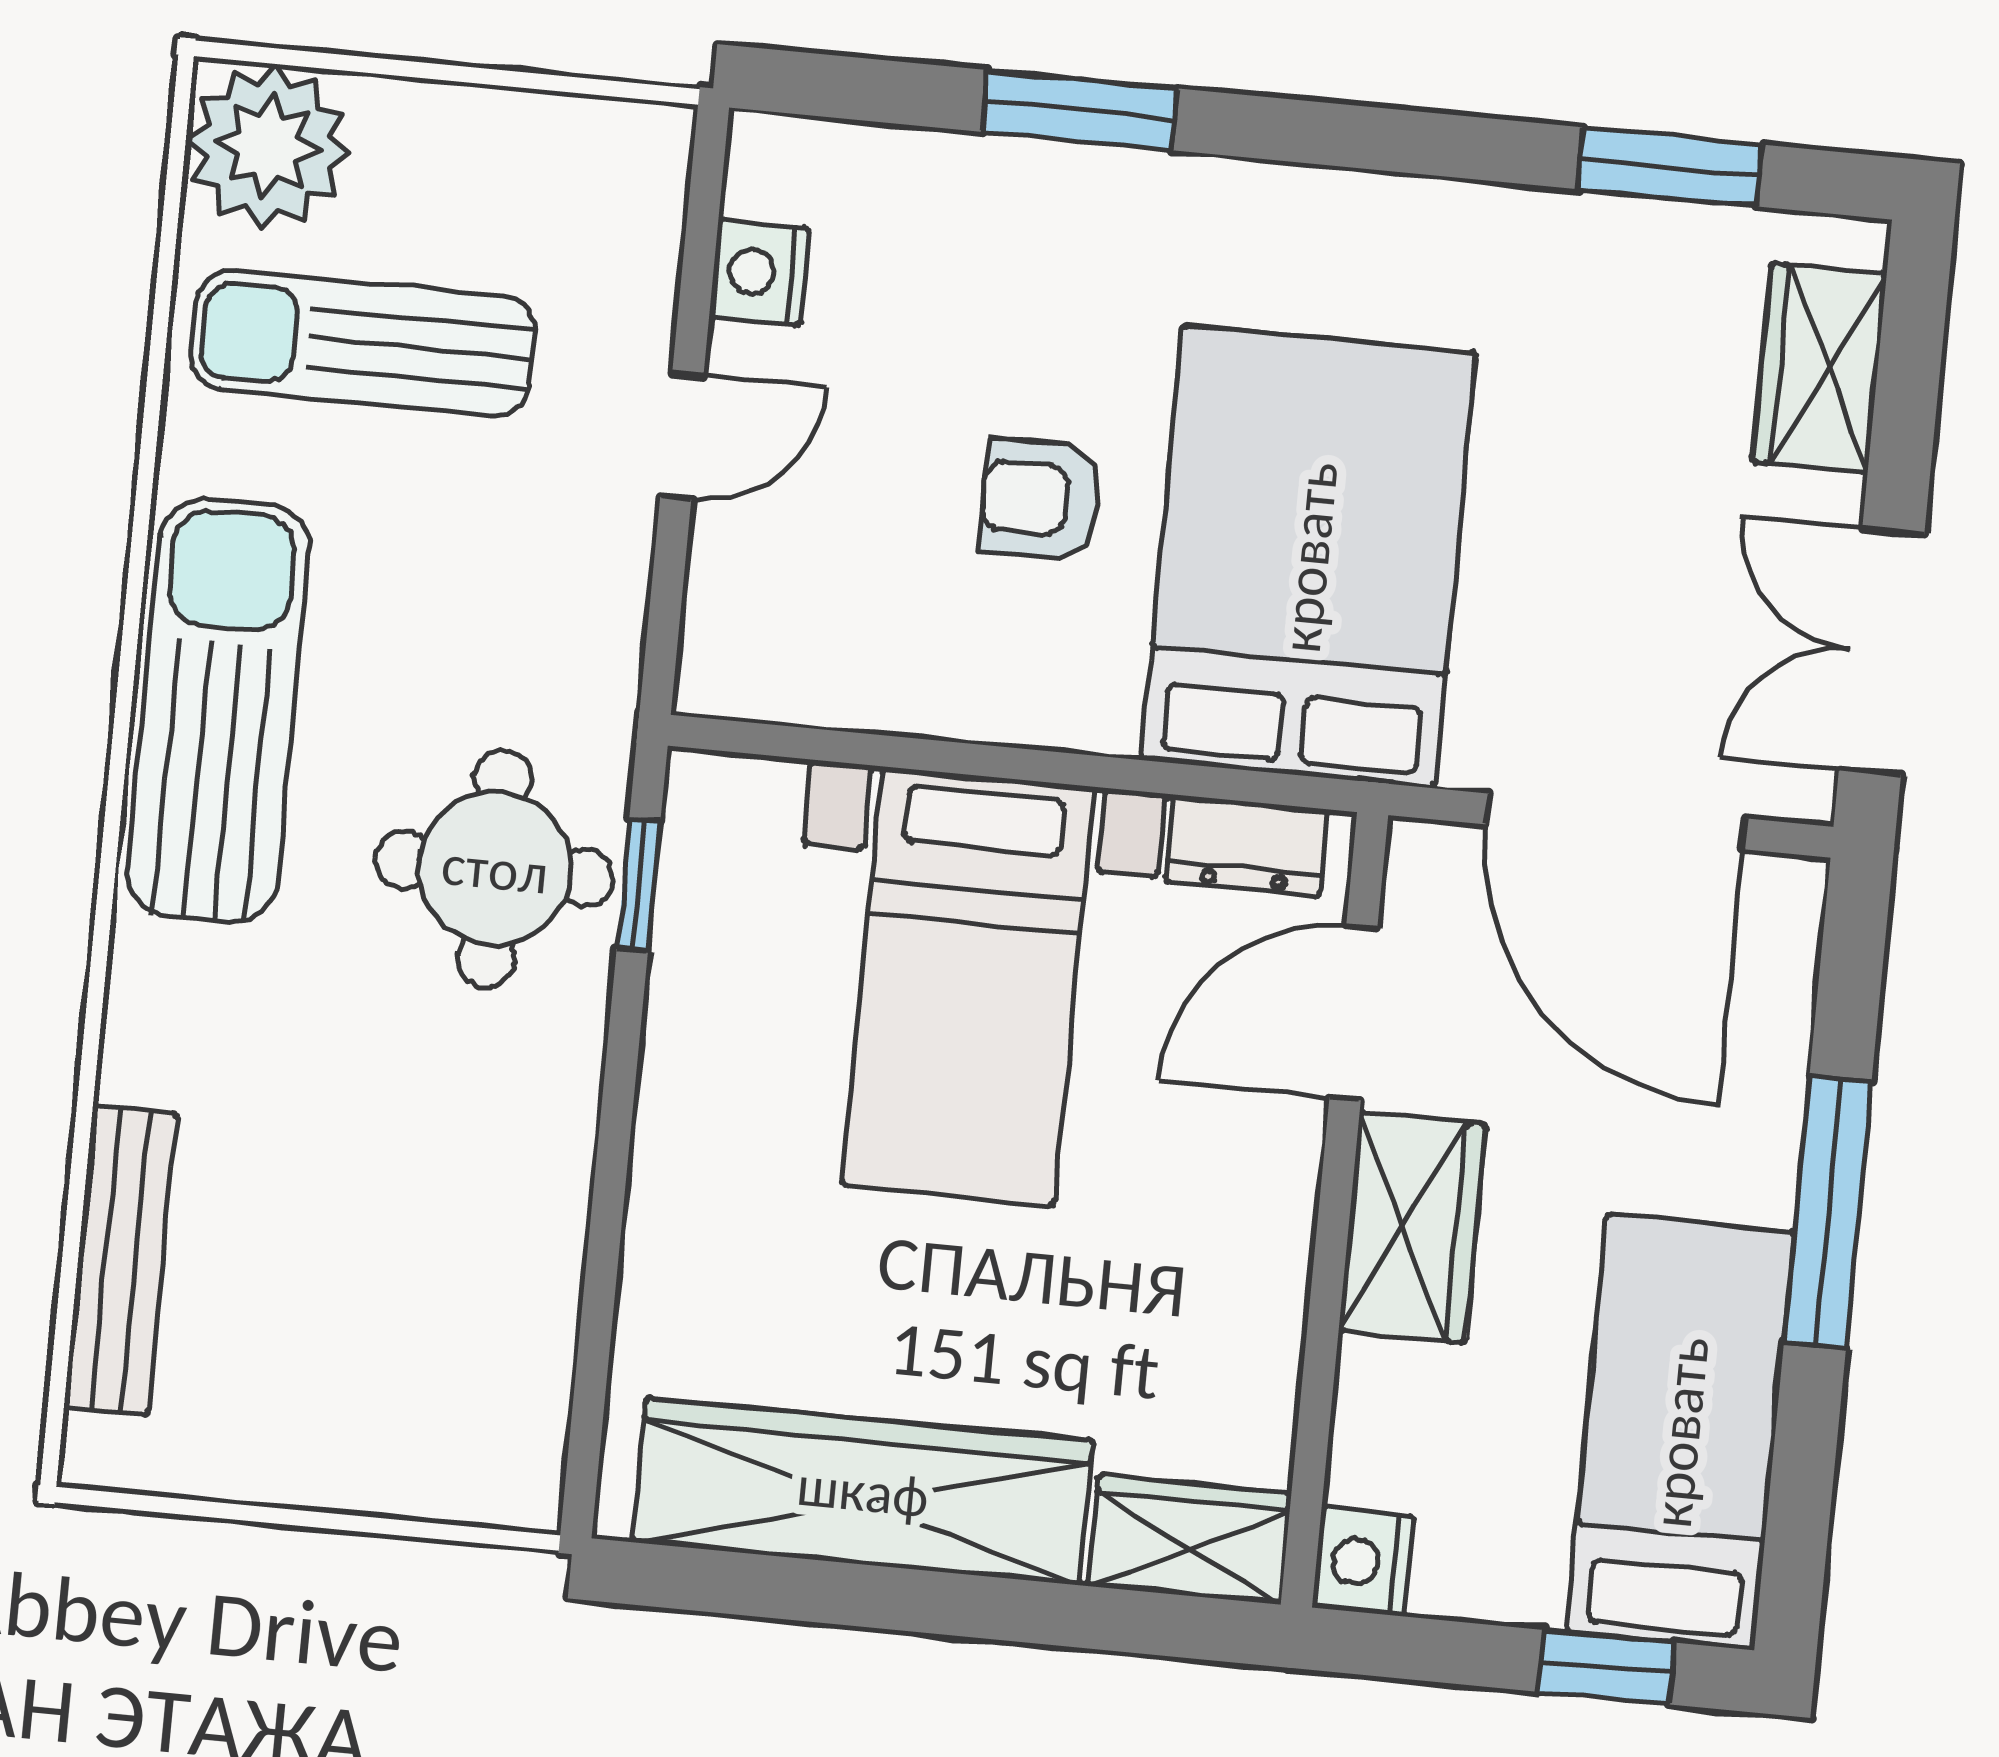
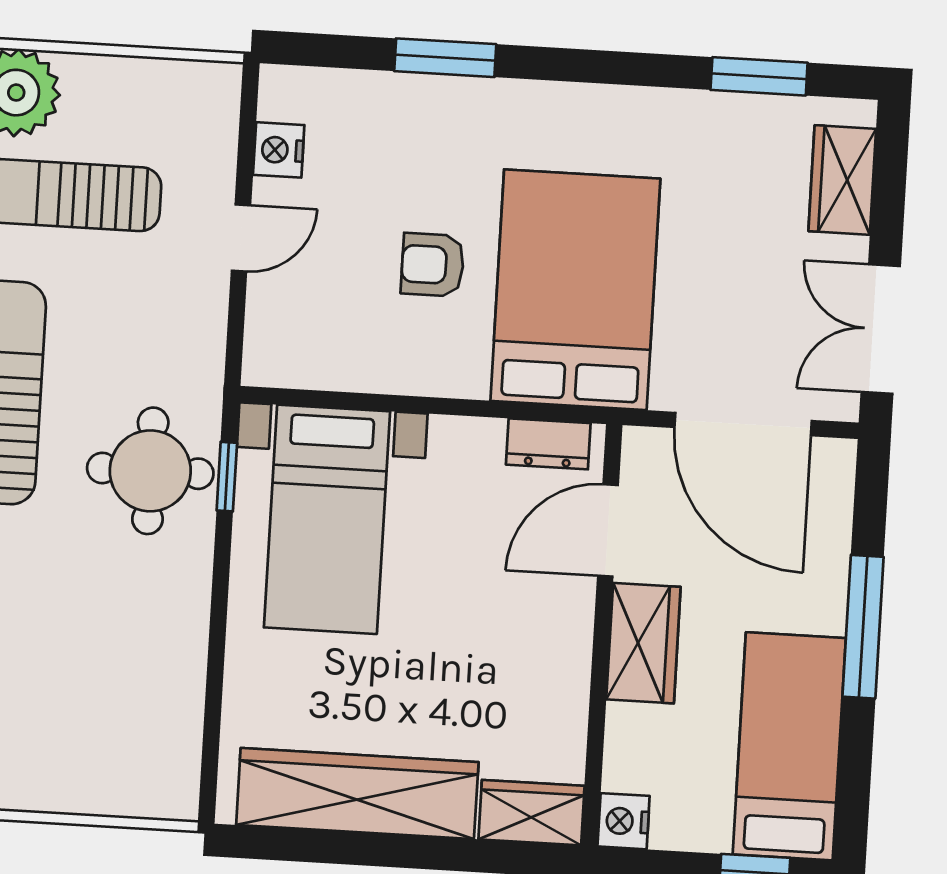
bed with nightstands: (968, 986) -> (327, 519), moved

